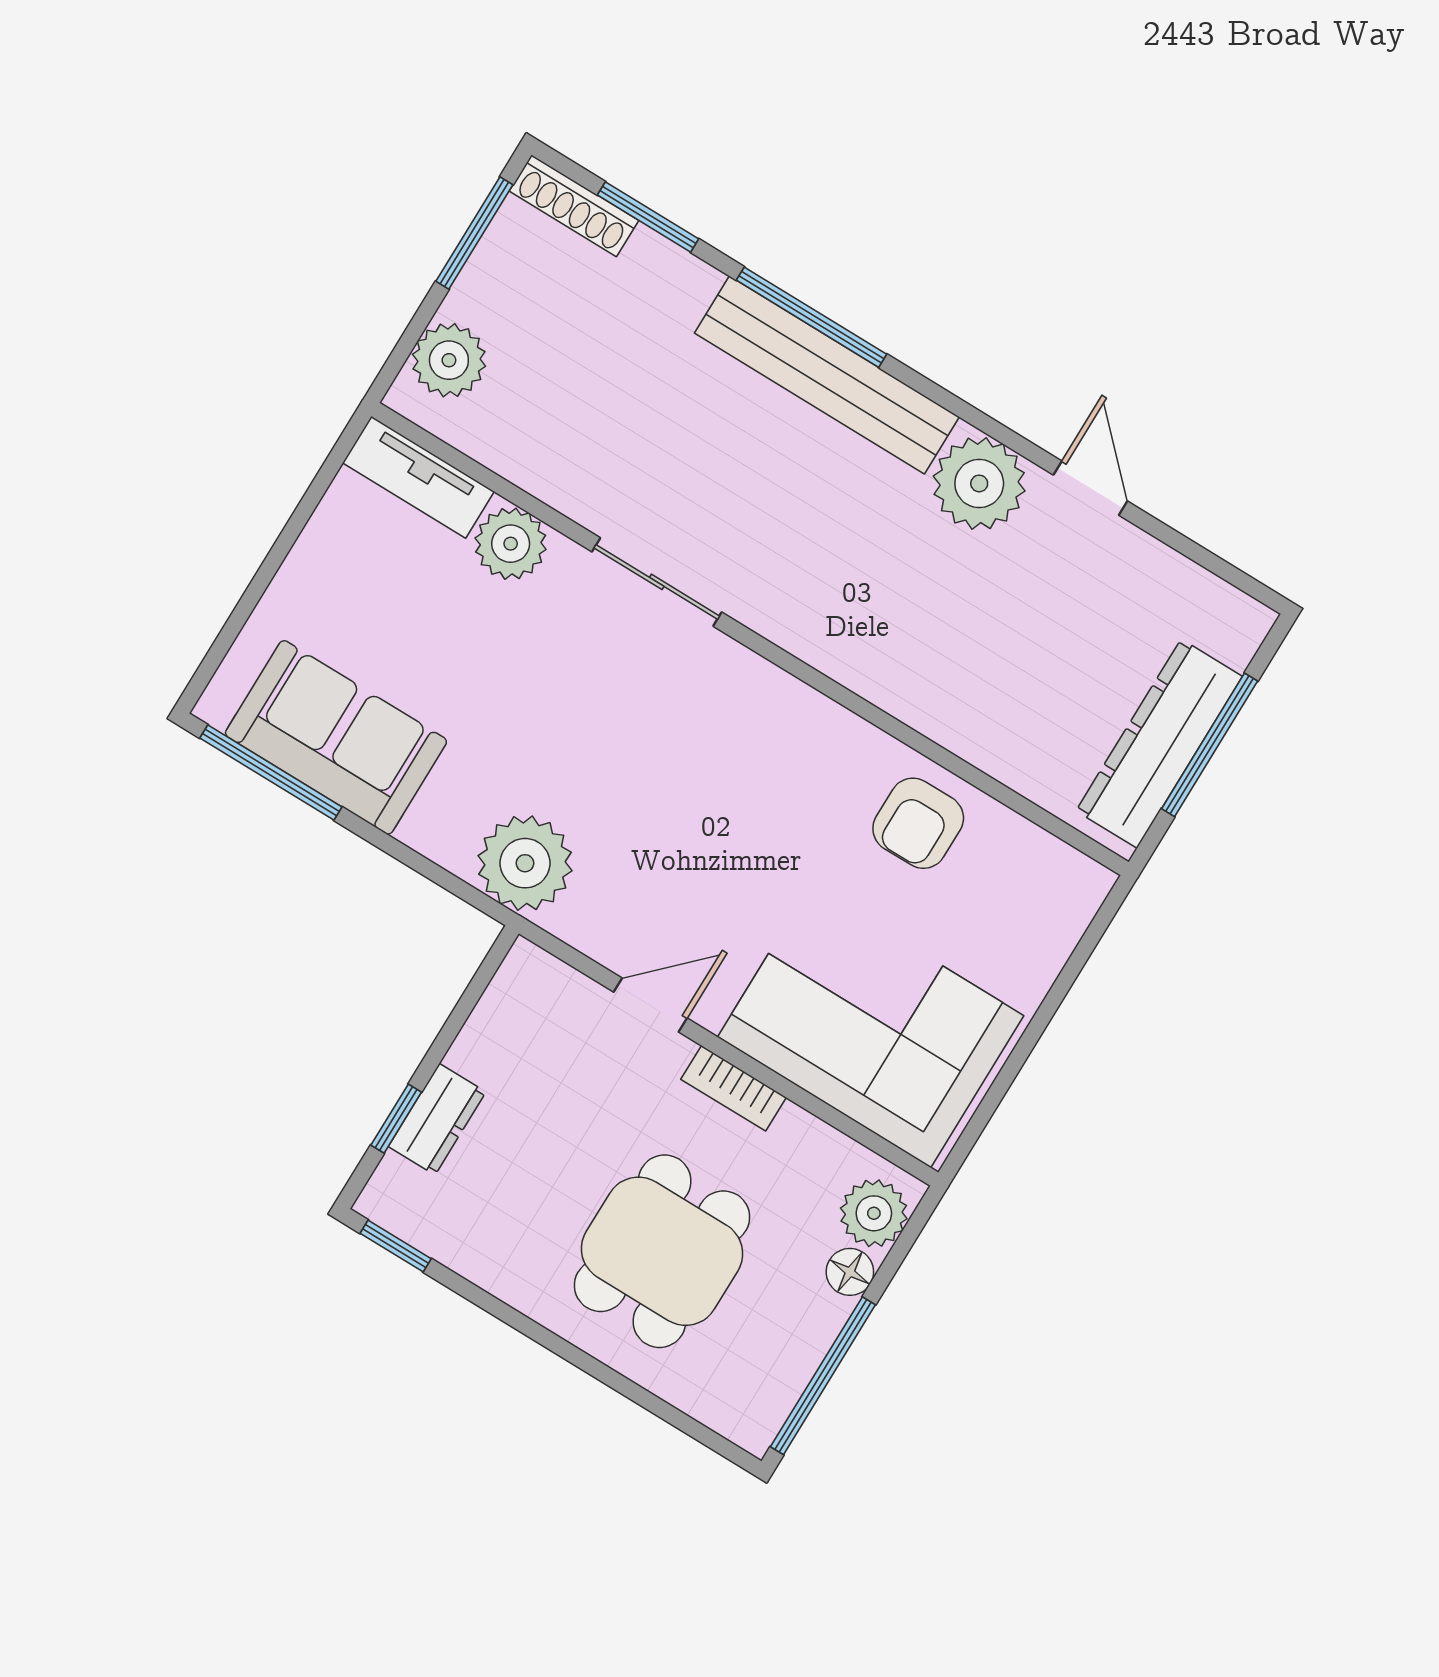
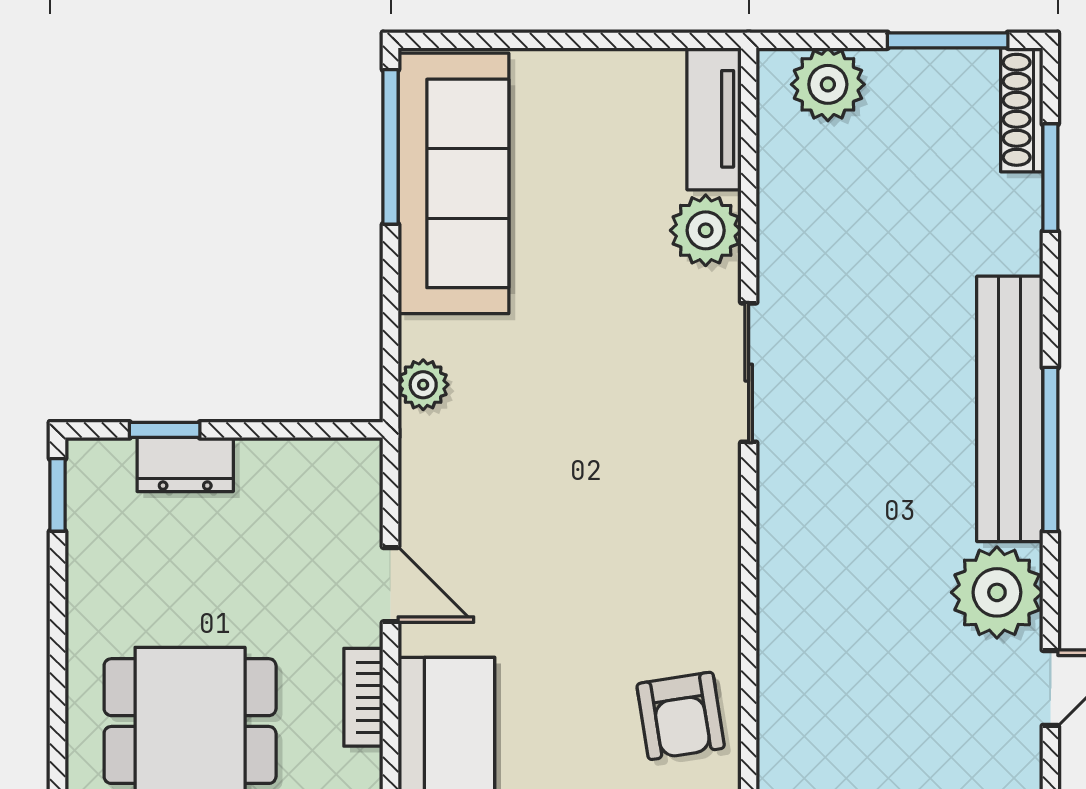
window: (811, 317) -> (1050, 449), moved
sofa: (336, 737) -> (453, 183), width x1.36
armchair: (918, 823) -> (681, 716), turned -99
plant: (525, 863) -> (423, 385), width x0.53, depth x0.53

